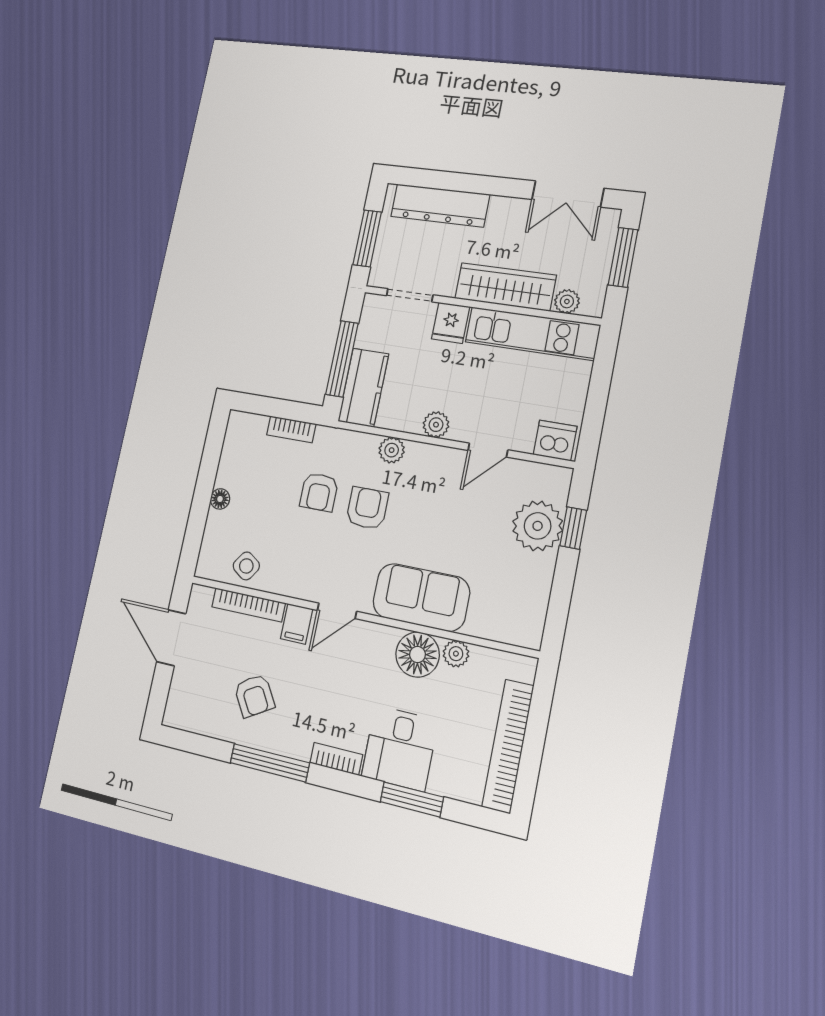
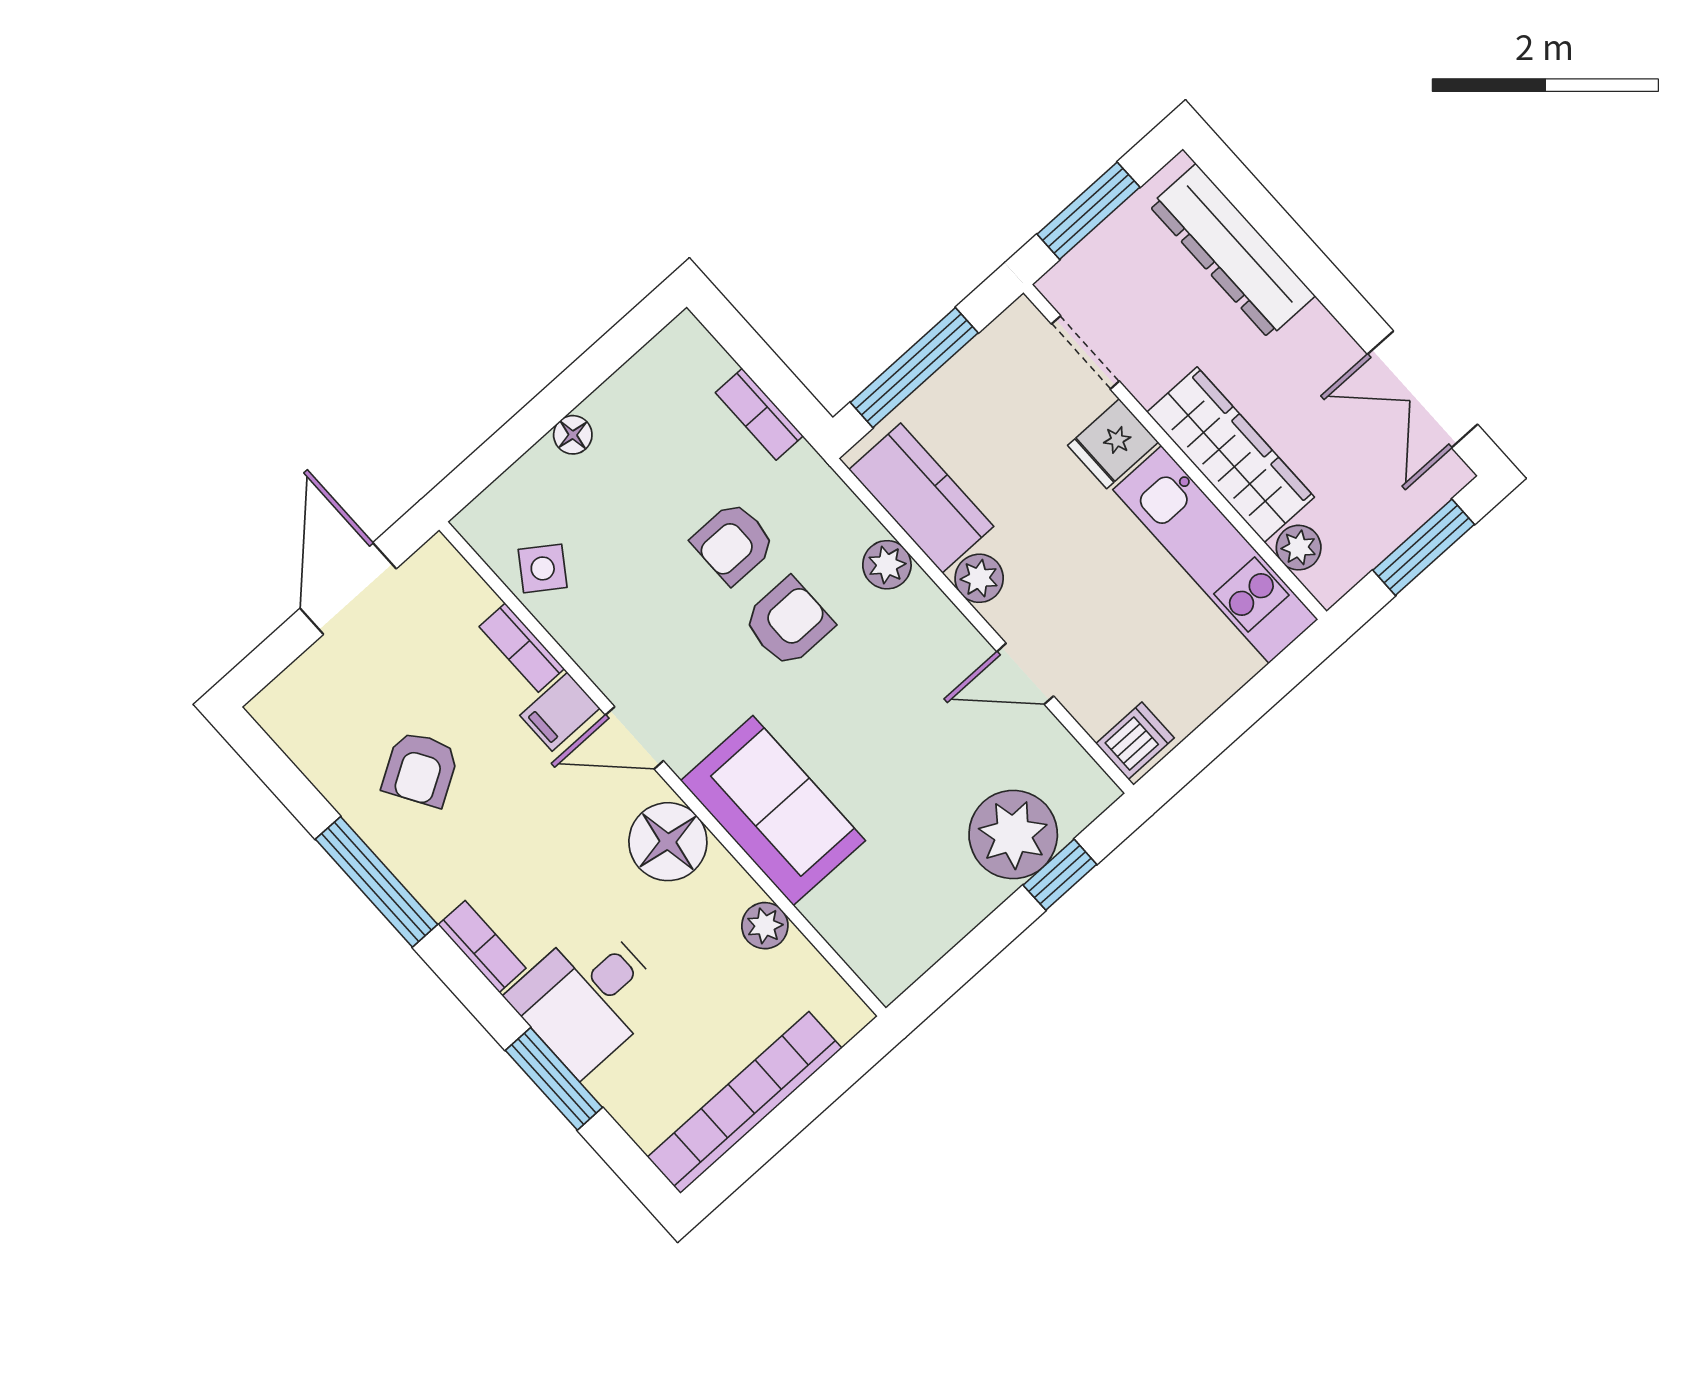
kitchen counter: (363, 388) -> (921, 498), moved, turned -90
dishwasher: (555, 441) -> (1135, 741), width x0.73
bookcase: (248, 605) -> (522, 648), width x0.64
floor lamp: (418, 655) -> (668, 842), moved

